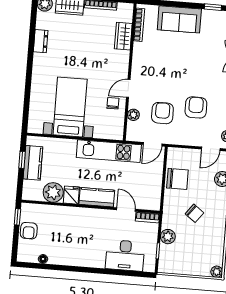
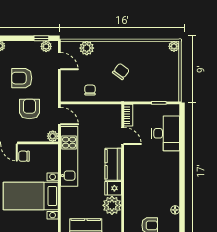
armchair: (162, 113) -> (29, 109), turned 90
plant: (133, 115) -> (53, 136), moved
chair: (177, 179) -> (90, 90), width x0.54, depth x0.54
door: (126, 210) -> (123, 136), swing flipped
plant: (168, 237) -> (145, 95), removed

